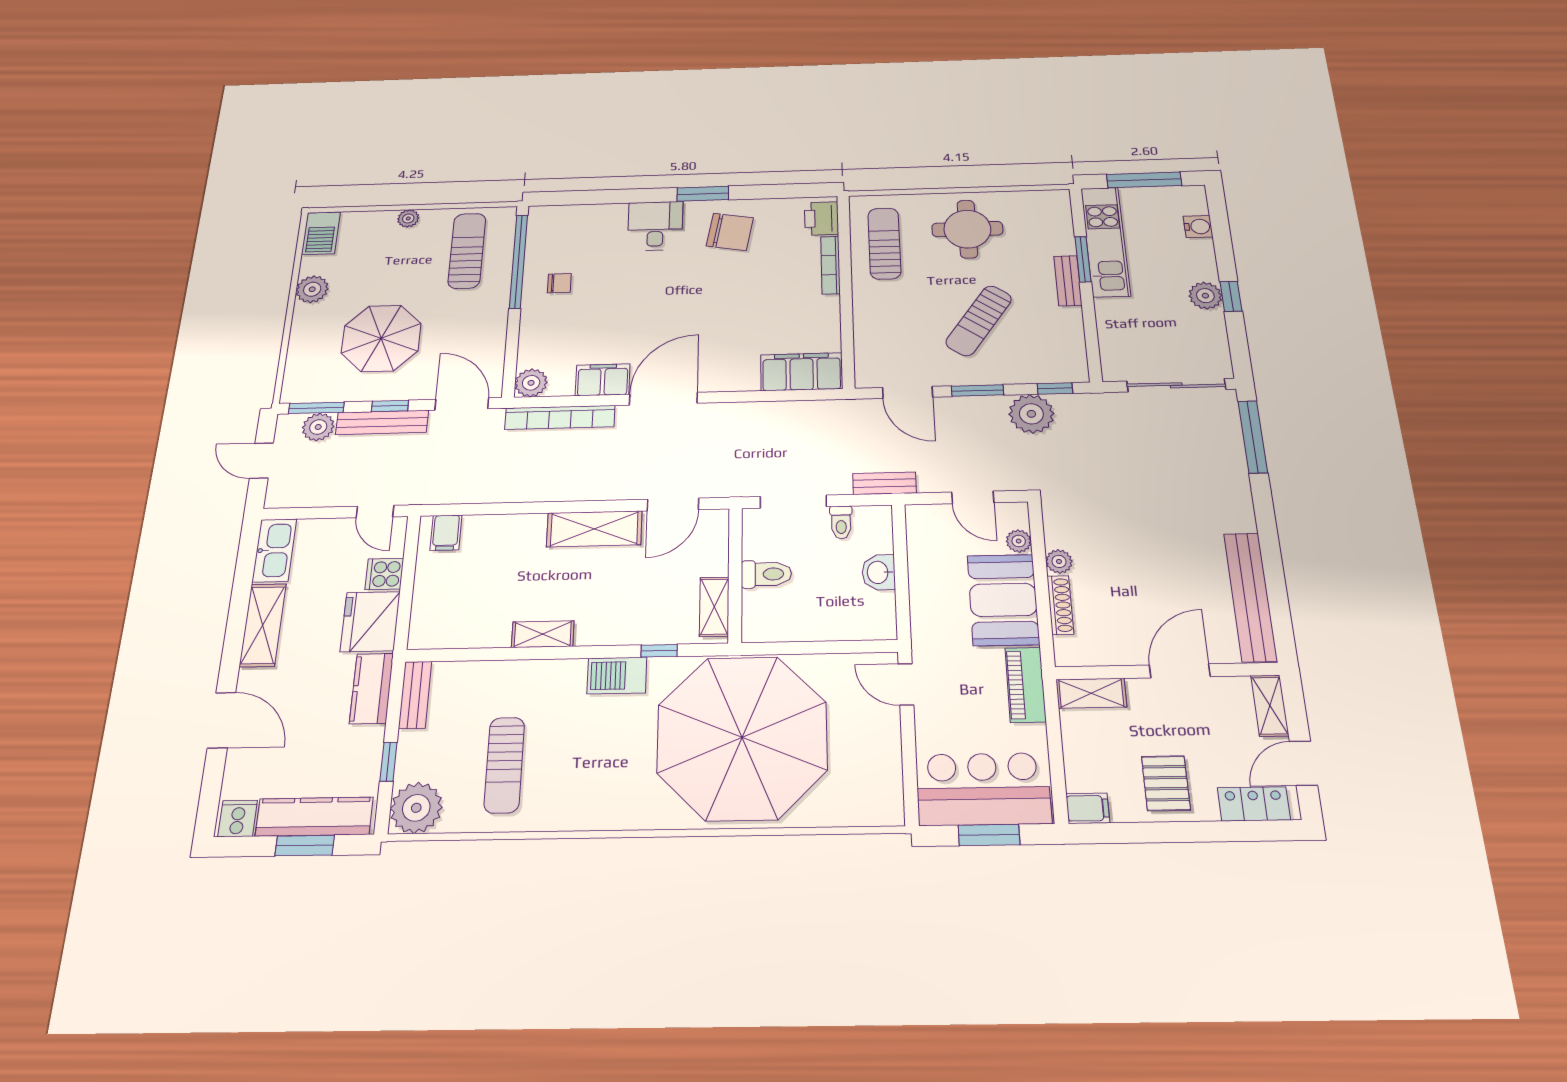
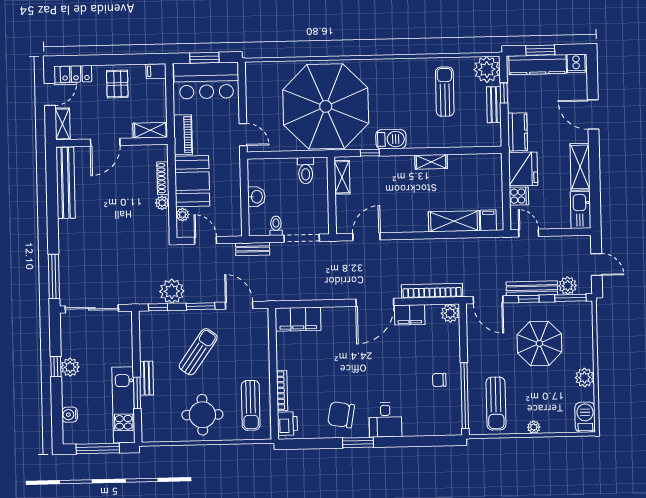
shelving: (594, 529) -> (454, 221), moved
toilet: (766, 574) -> (306, 171), moved, turned -90
bench: (415, 695) -> (494, 105), moved

